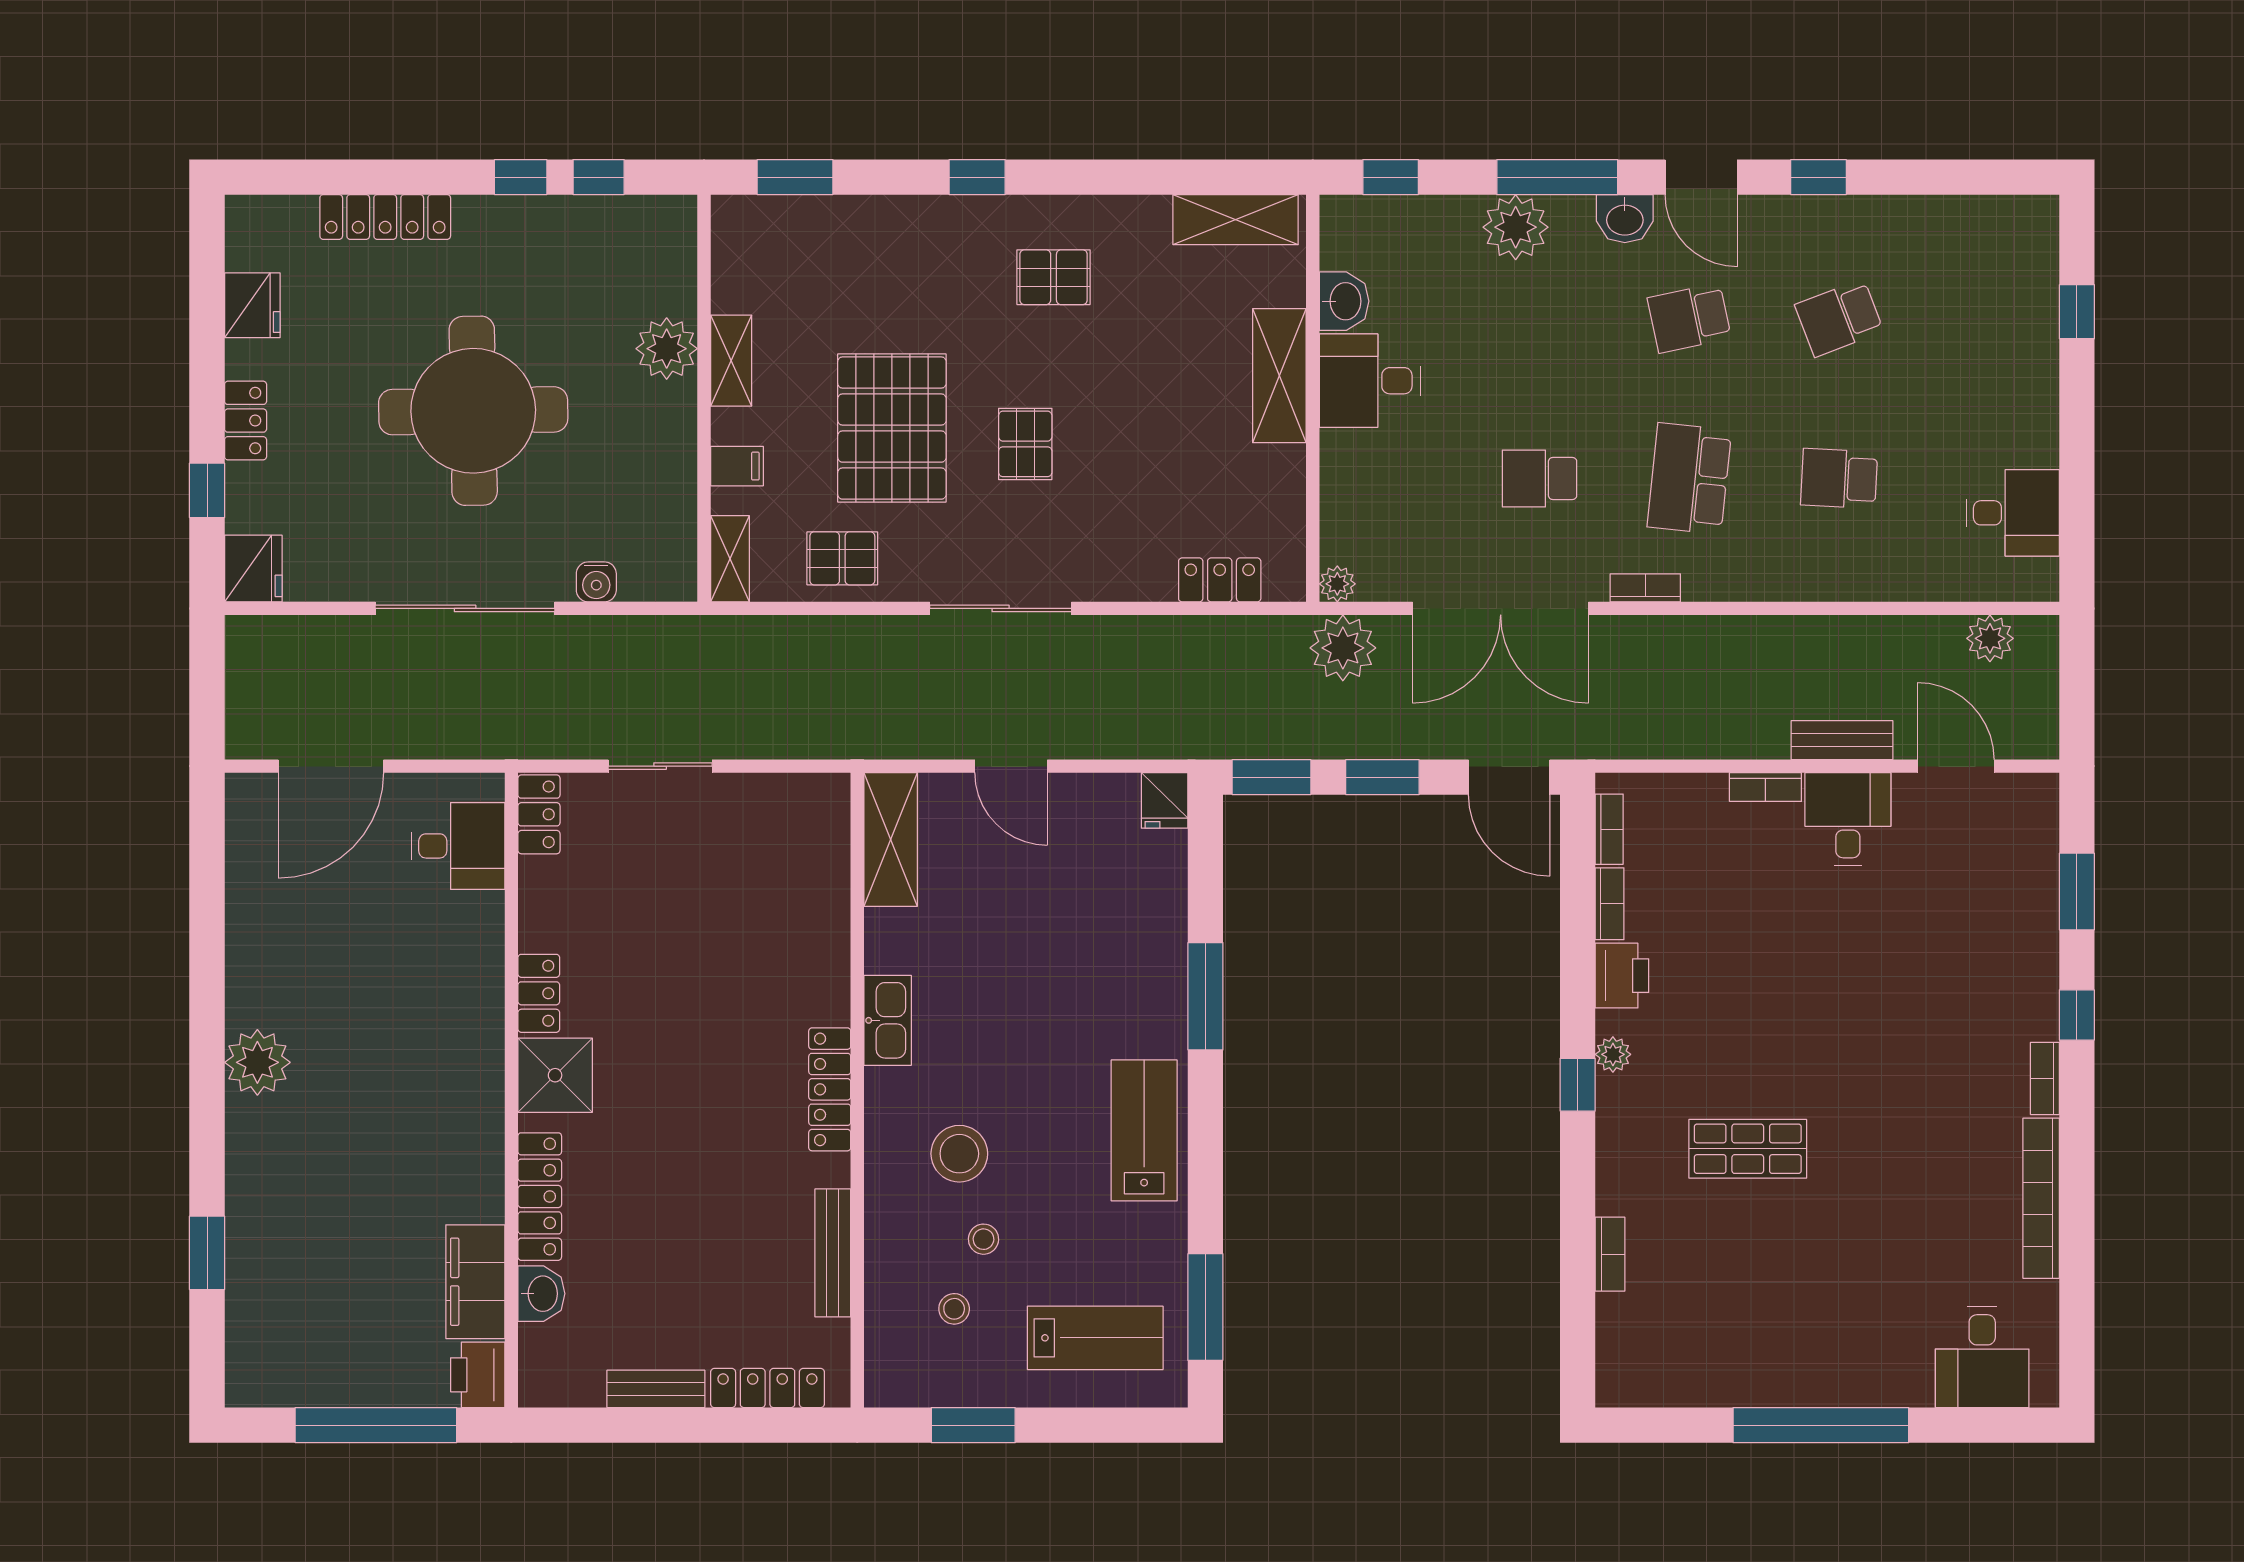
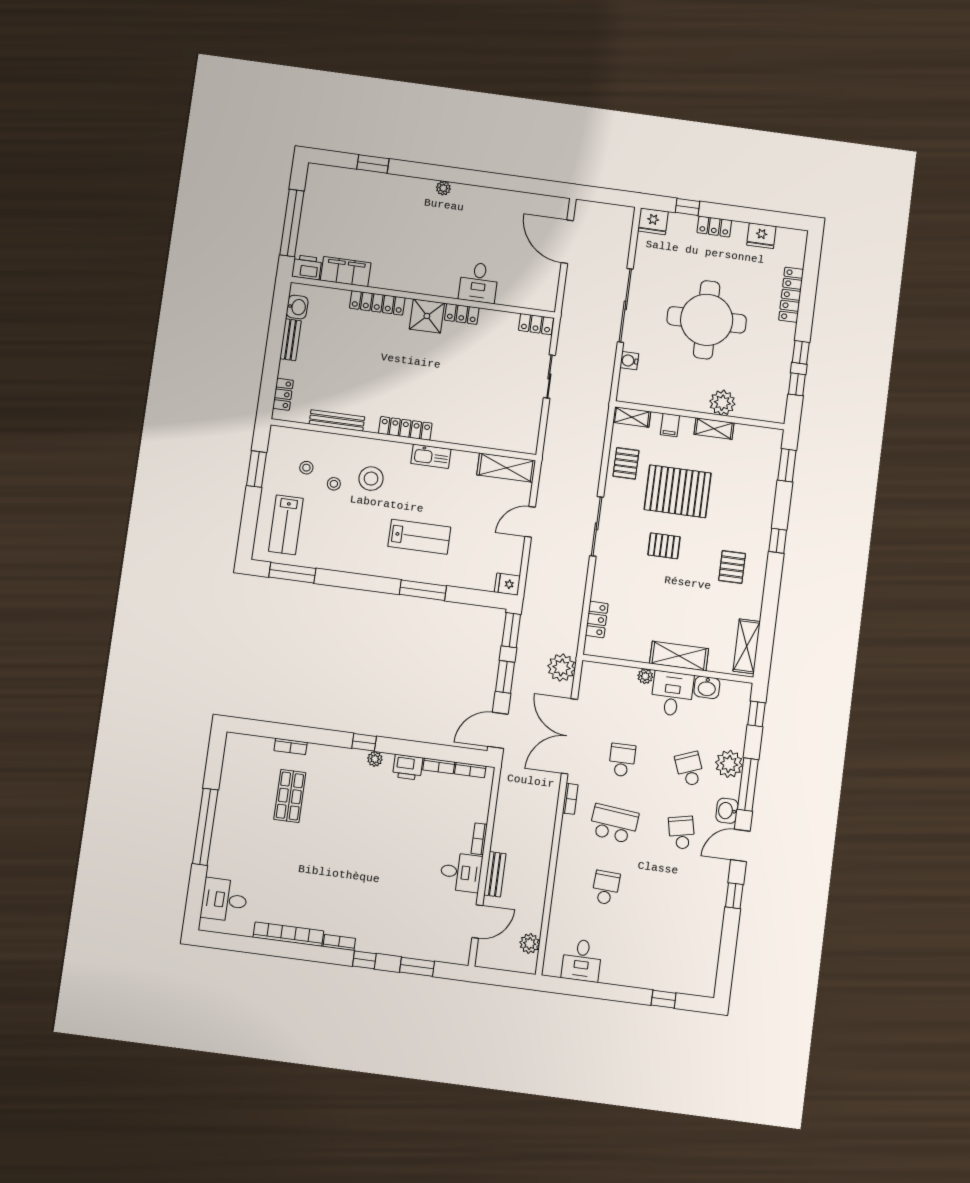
school desk: (1839, 318) -> (690, 769), moved
plant: (1337, 584) -> (645, 676), moved
desk: (458, 846) -> (479, 283), moved
plant: (257, 1062) -> (443, 188), width x0.53, depth x0.53
lab bench: (1144, 1130) -> (419, 537), moved
shop shelf: (1748, 1149) -> (290, 796), moved
washbasin: (541, 1294) -> (297, 307), moved, turned -90
locker: (767, 1388) -> (283, 394), width x0.66

